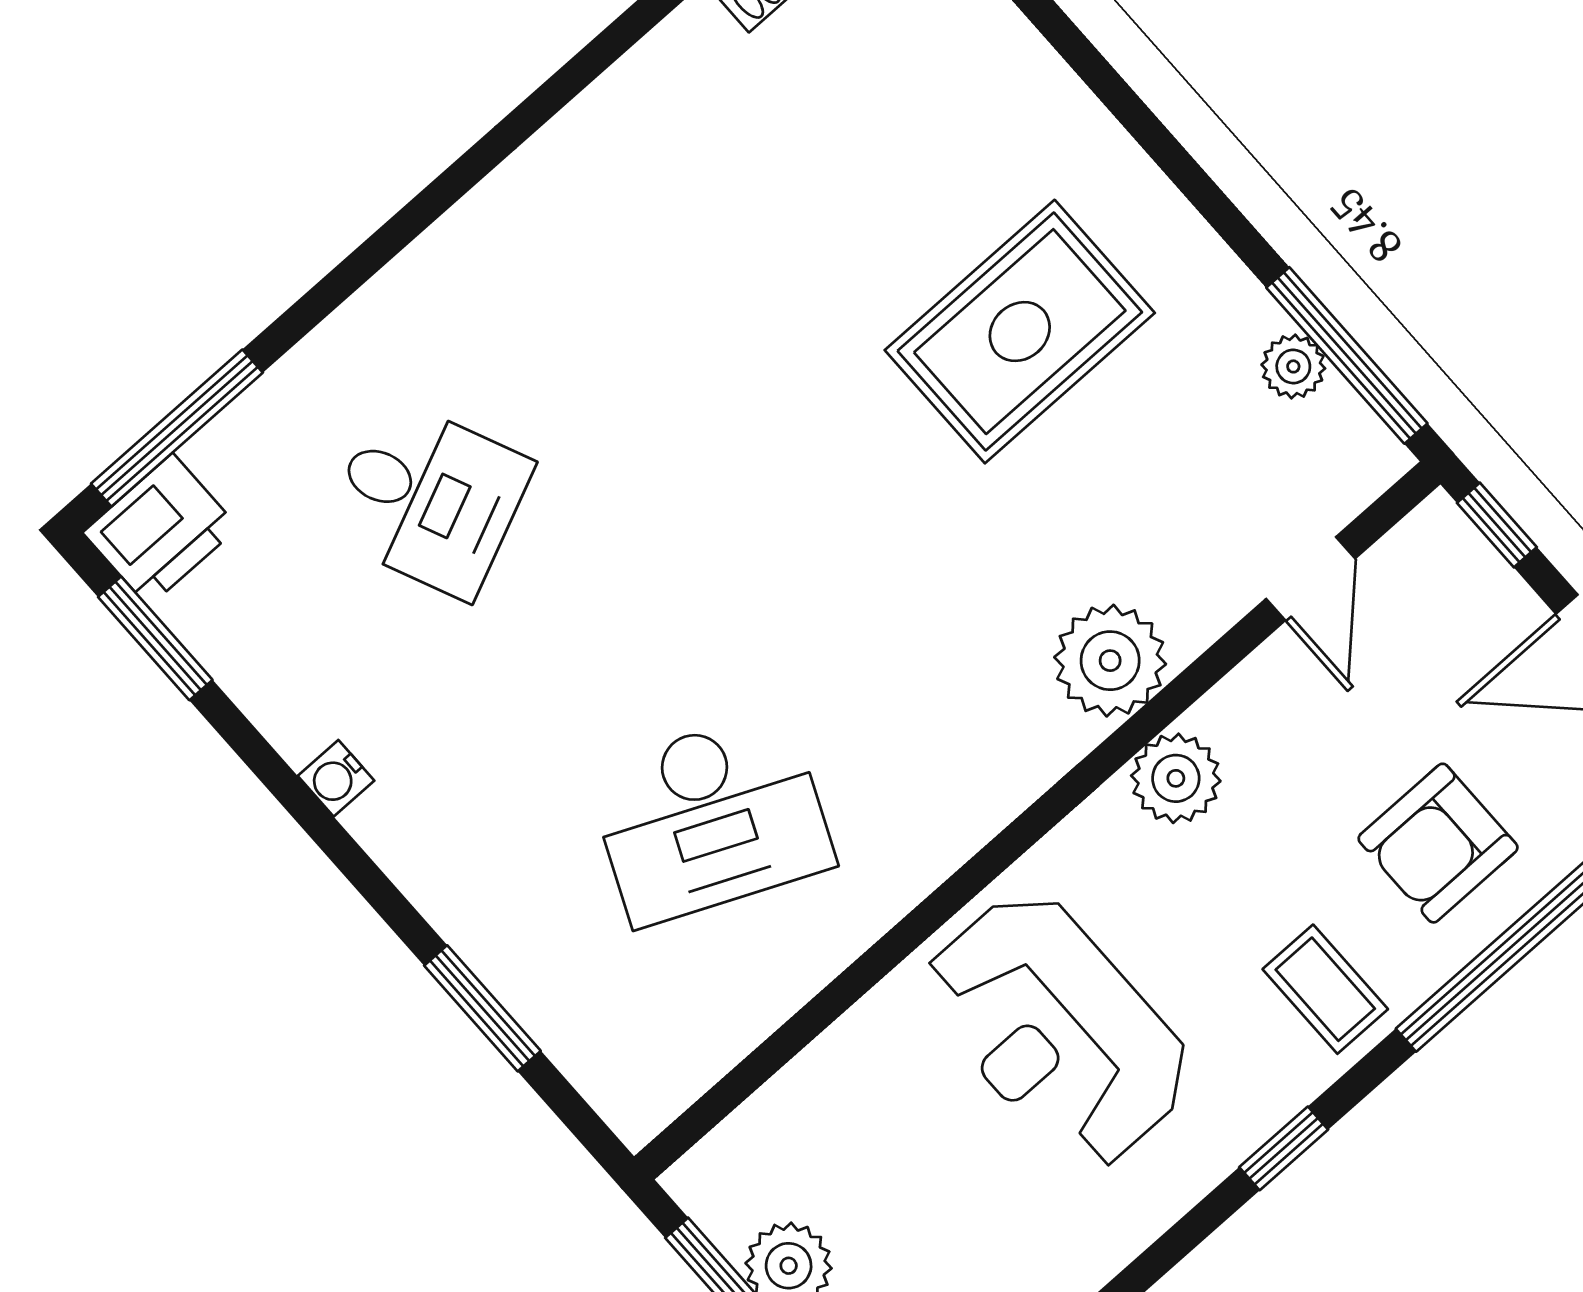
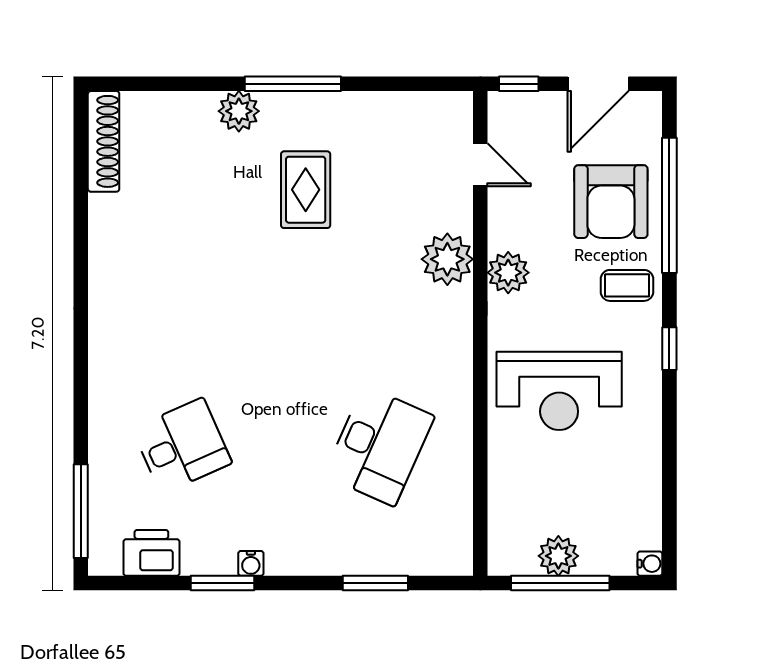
rug: (1020, 332) -> (306, 190), width x0.73, depth x0.70
window: (1347, 355) -> (293, 84), moved
plant: (1293, 366) -> (239, 111), moved, width x1.38, depth x1.38
printer: (161, 530) -> (151, 553), moved, turned -90
window: (155, 638) -> (222, 583), moved
armchair: (1438, 843) -> (611, 202), width x1.36, depth x1.36

